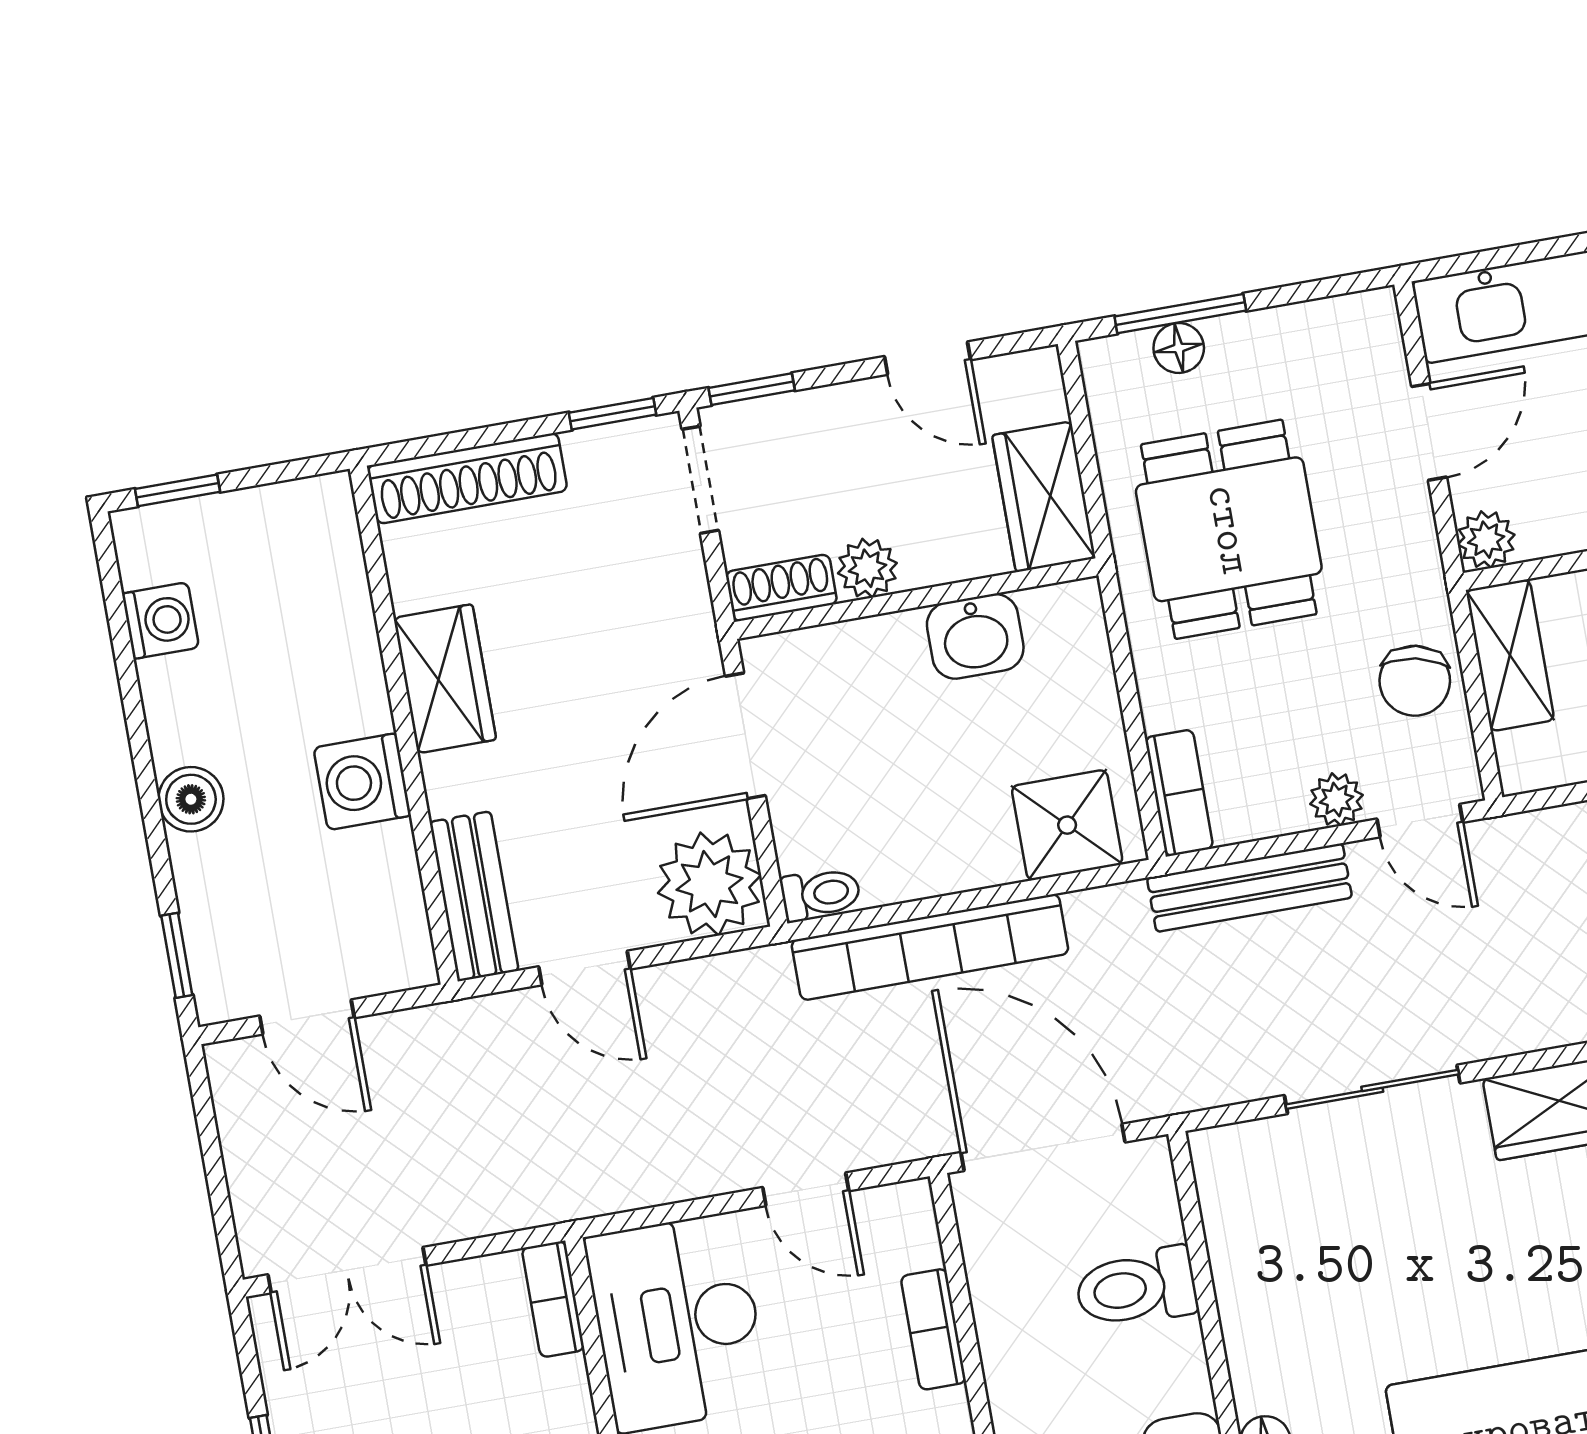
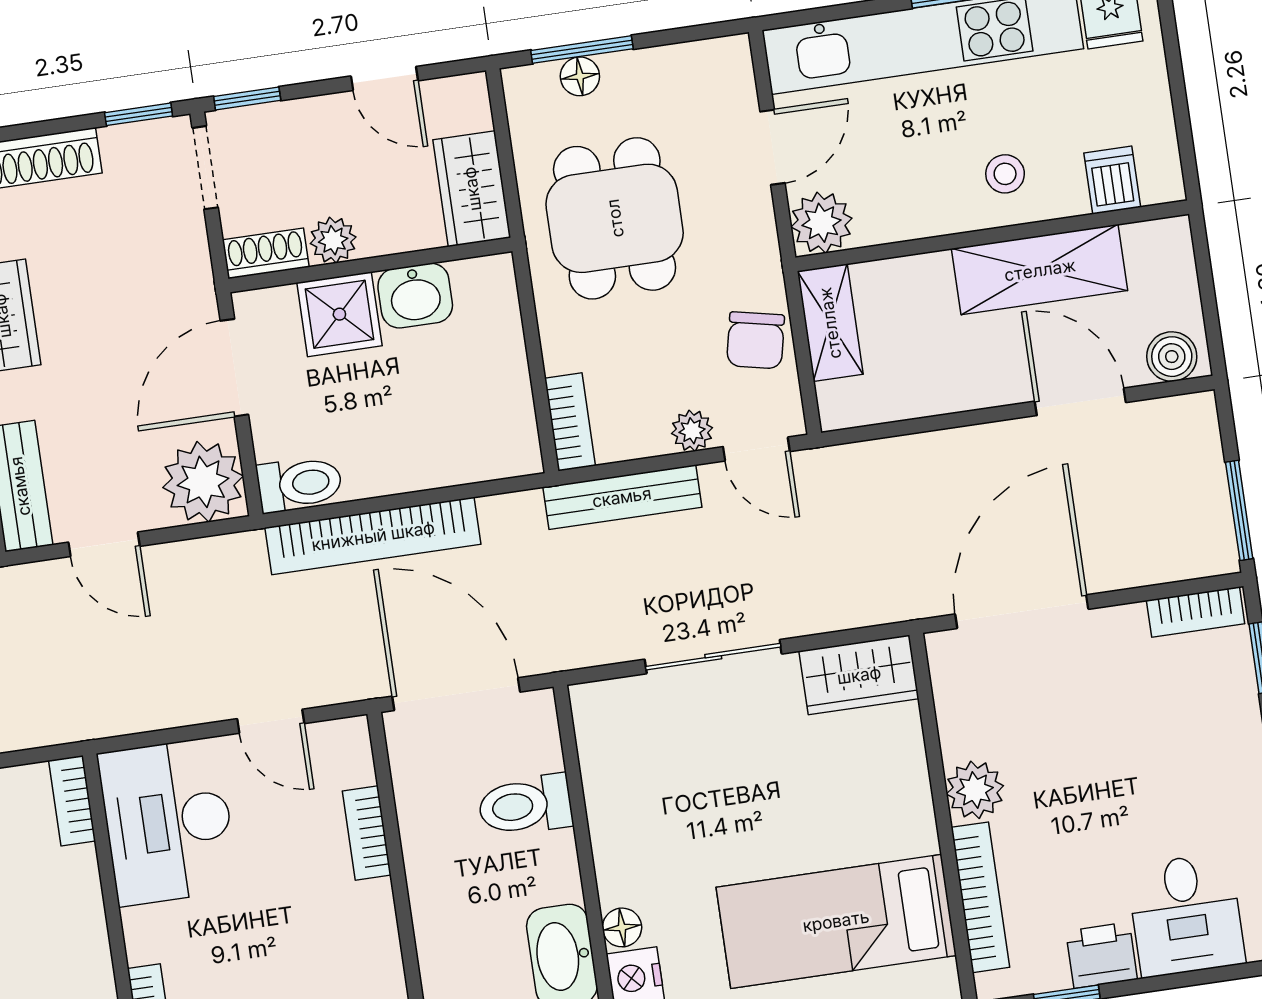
plant: (1486, 540) -> (821, 223), width x1.38, depth x1.38
shower: (1067, 825) -> (339, 314), moved
toilet: (821, 894) -> (299, 484), width x1.37, depth x1.39

